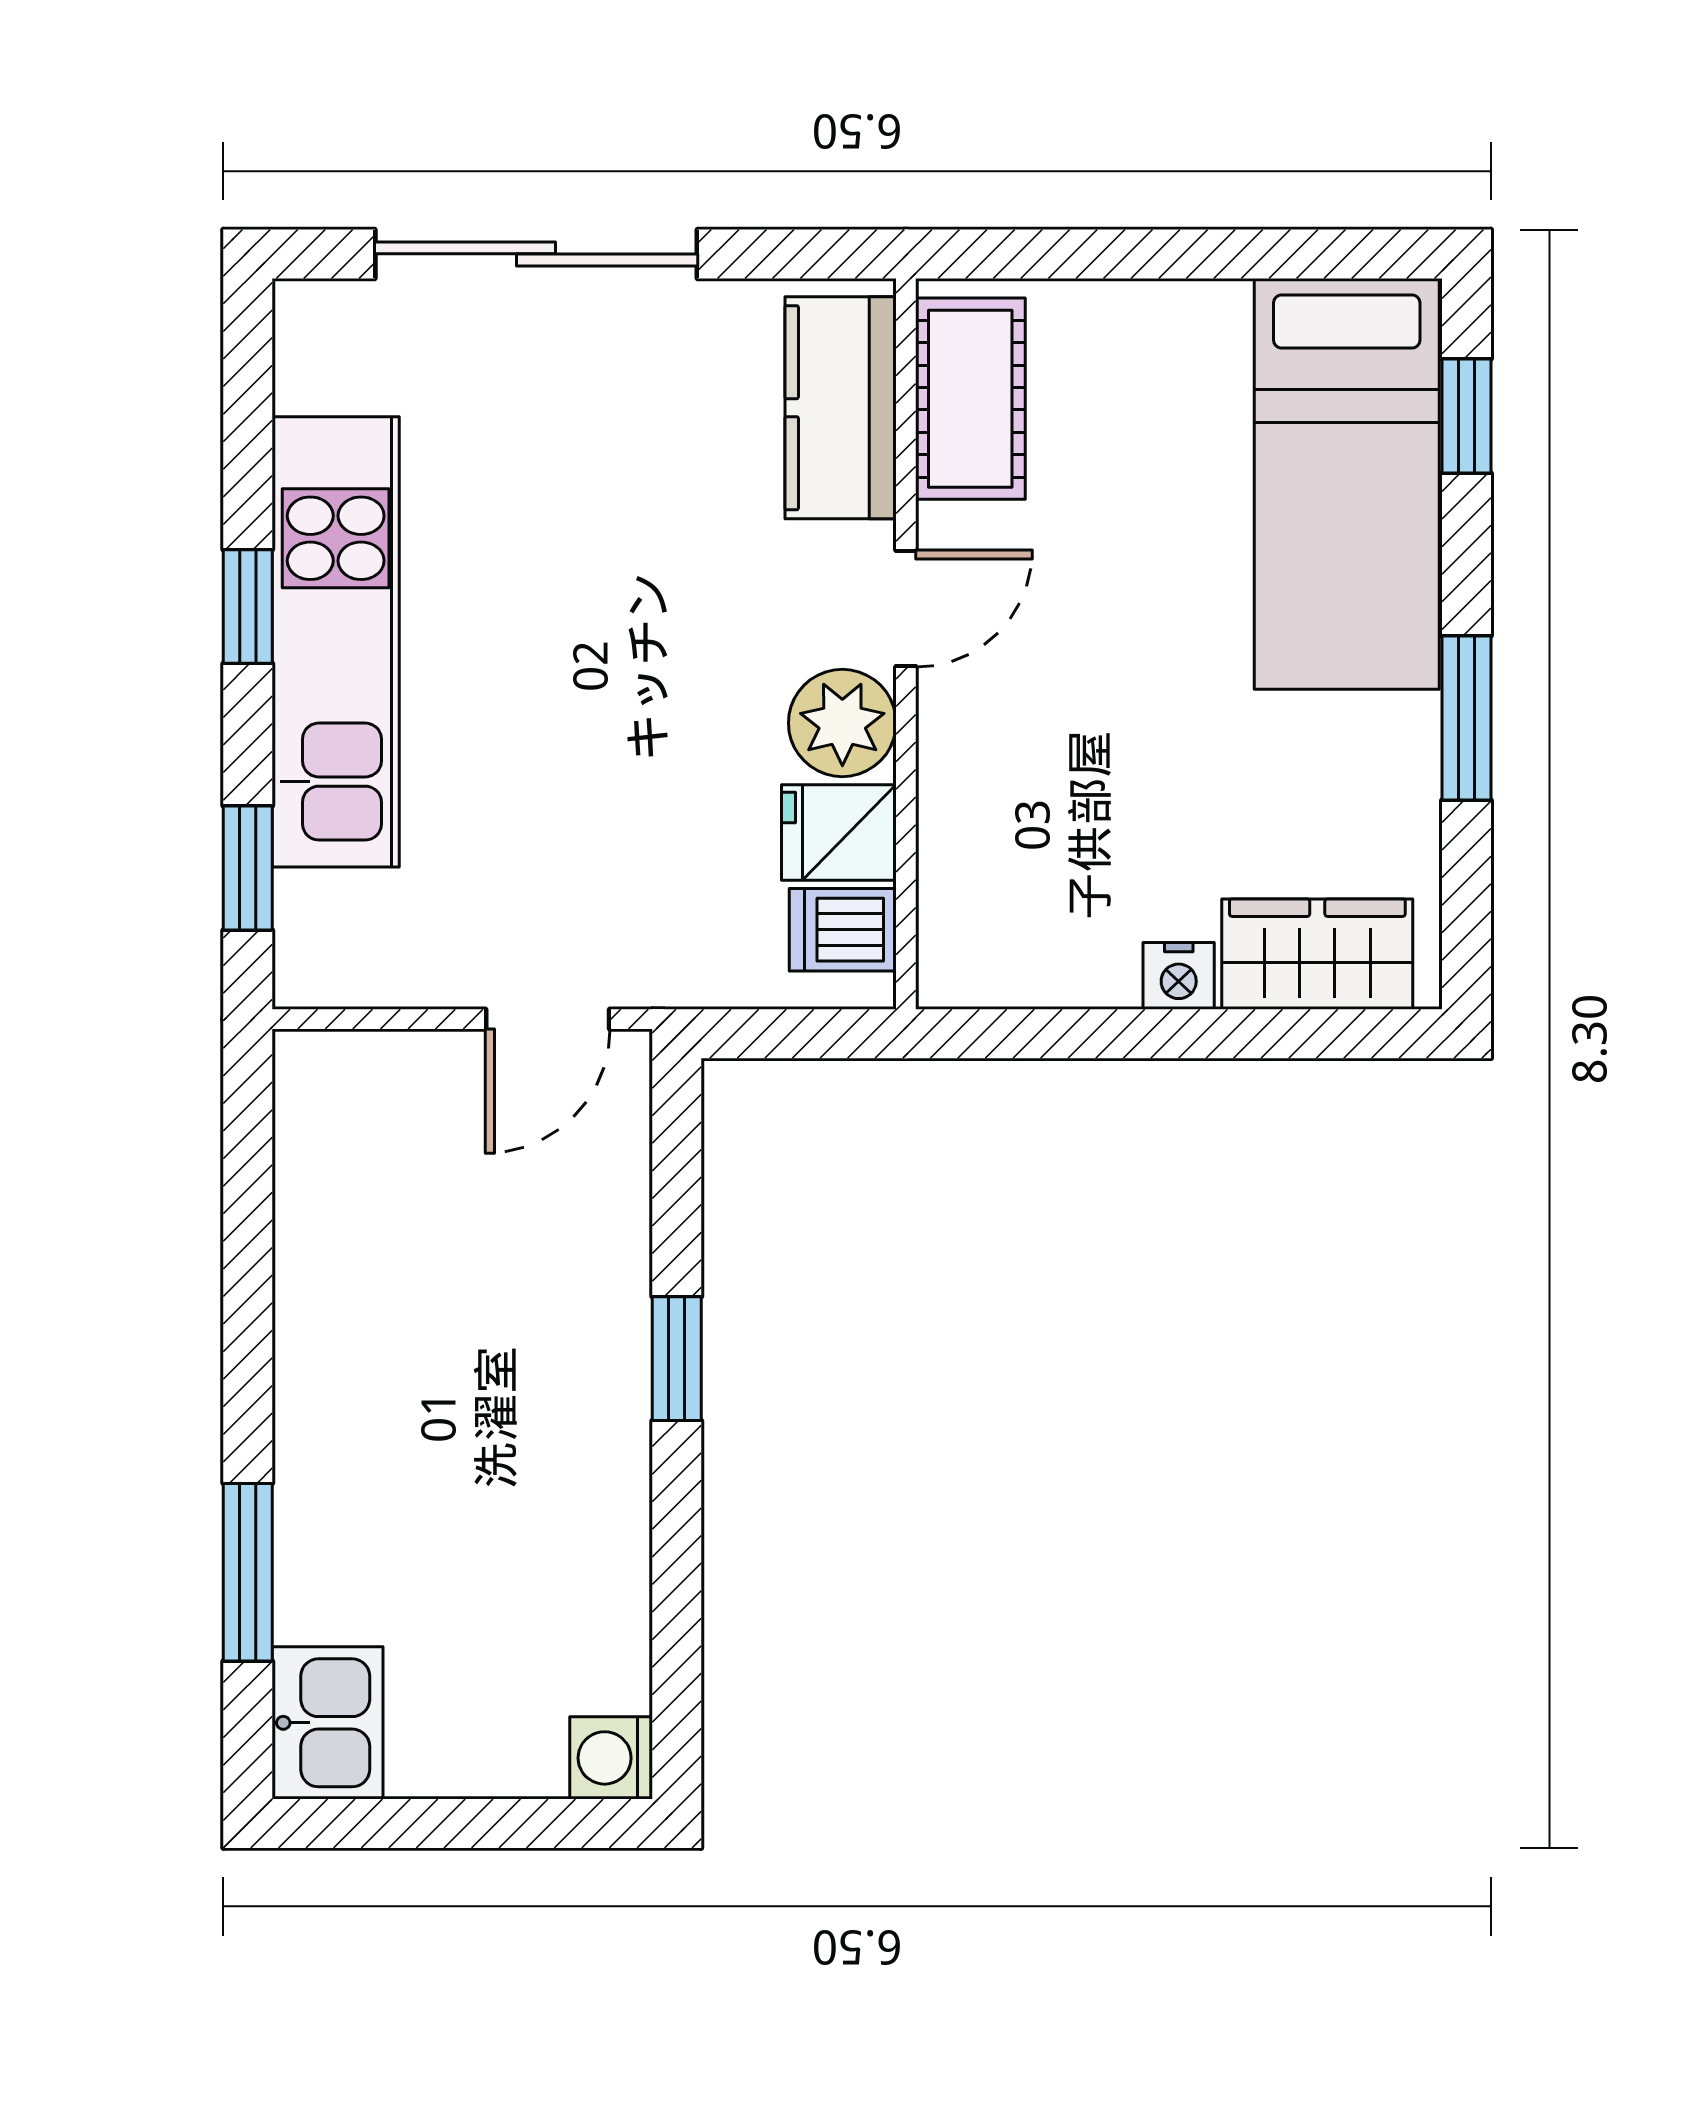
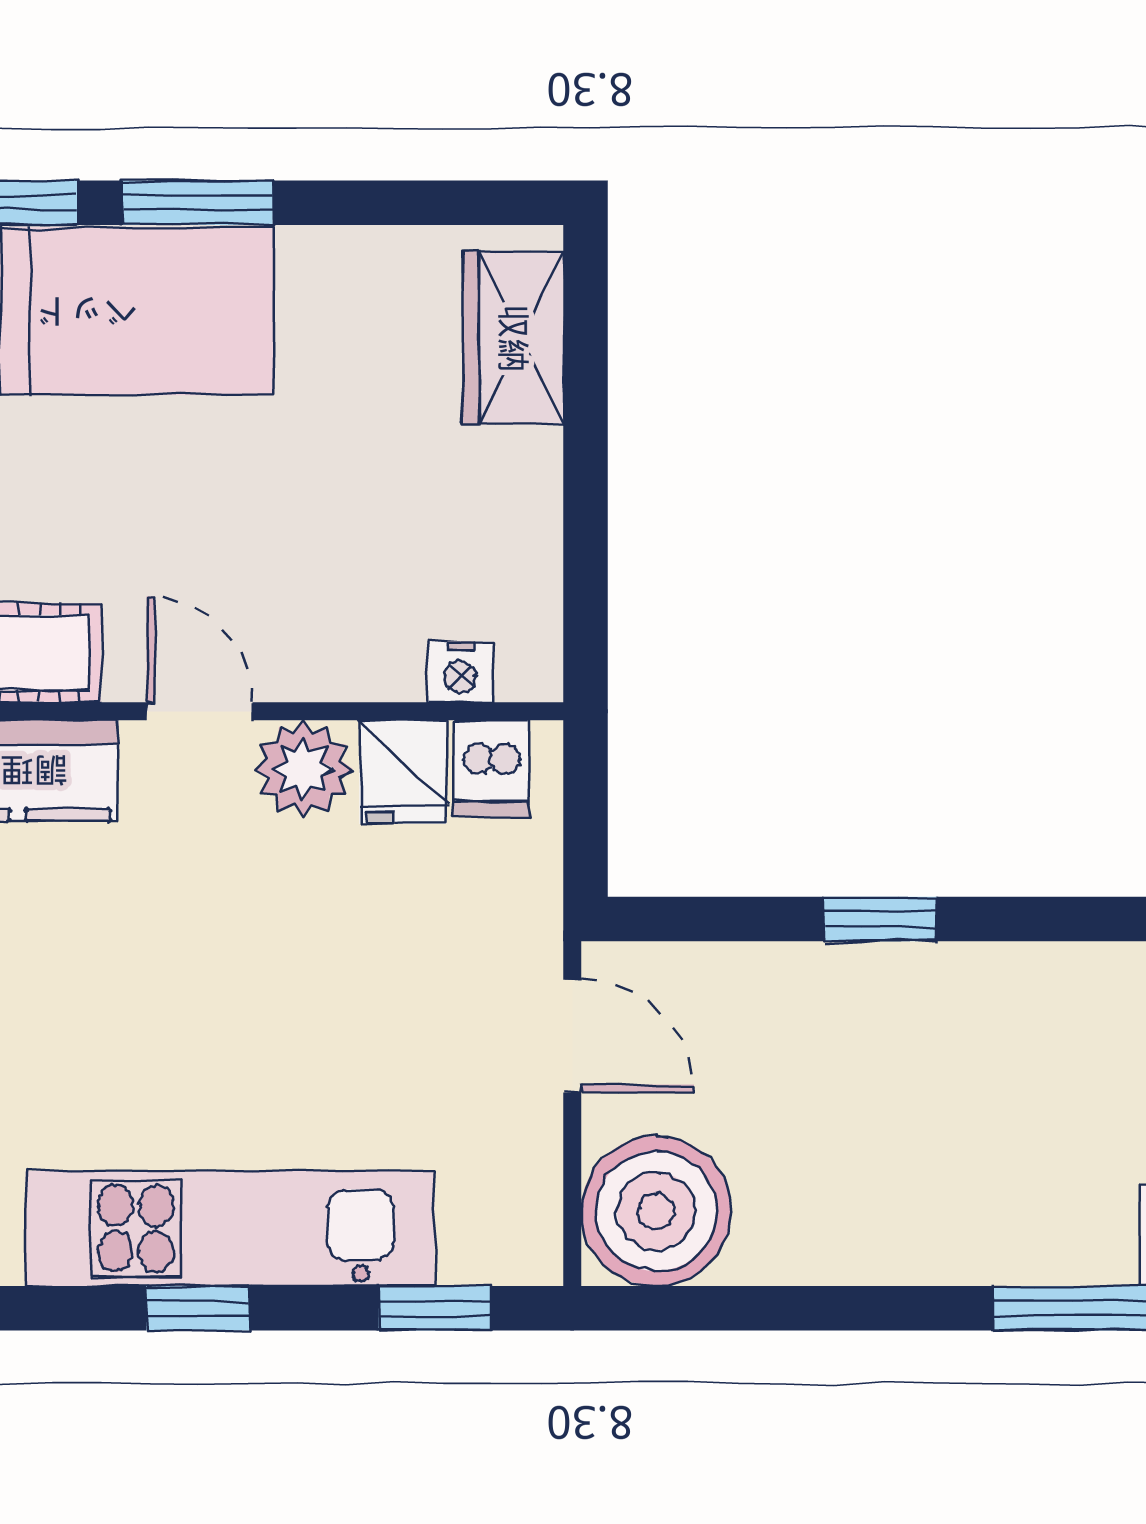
window: (1466, 718) -> (198, 203), moved
nightstand: (1179, 976) -> (460, 672), moved, turned 90
boiler: (355, 1112) -> (656, 1211), added

